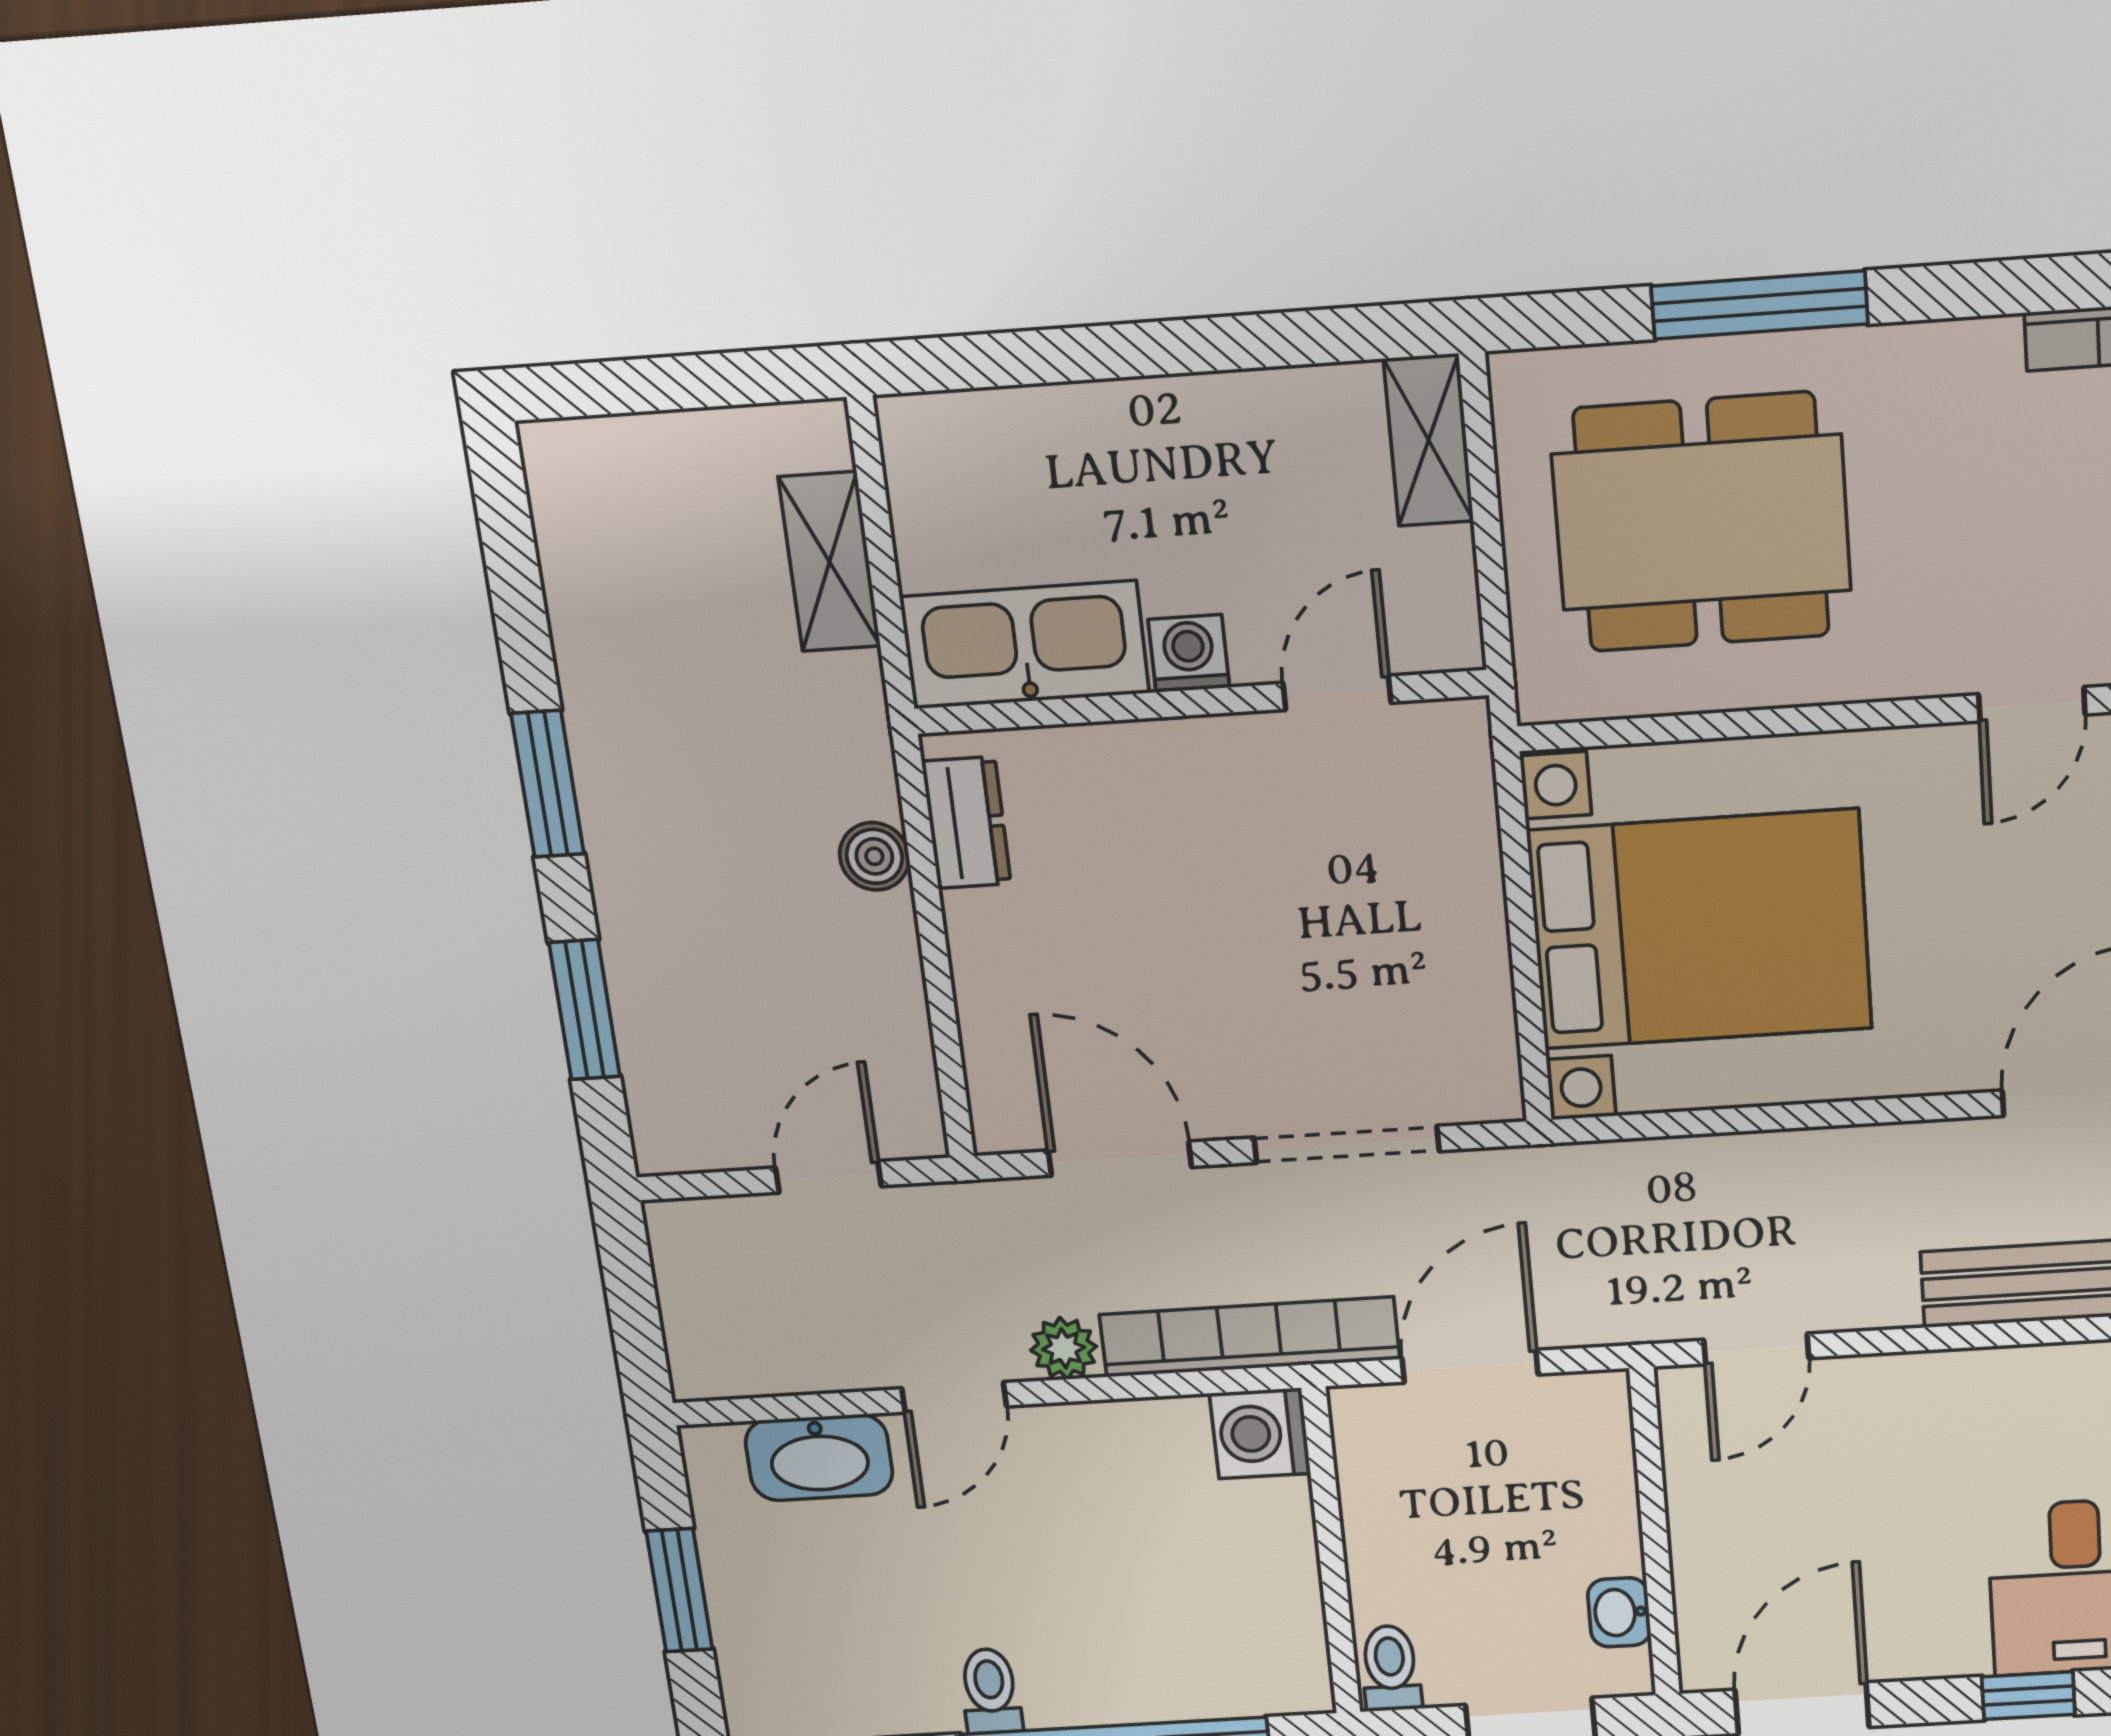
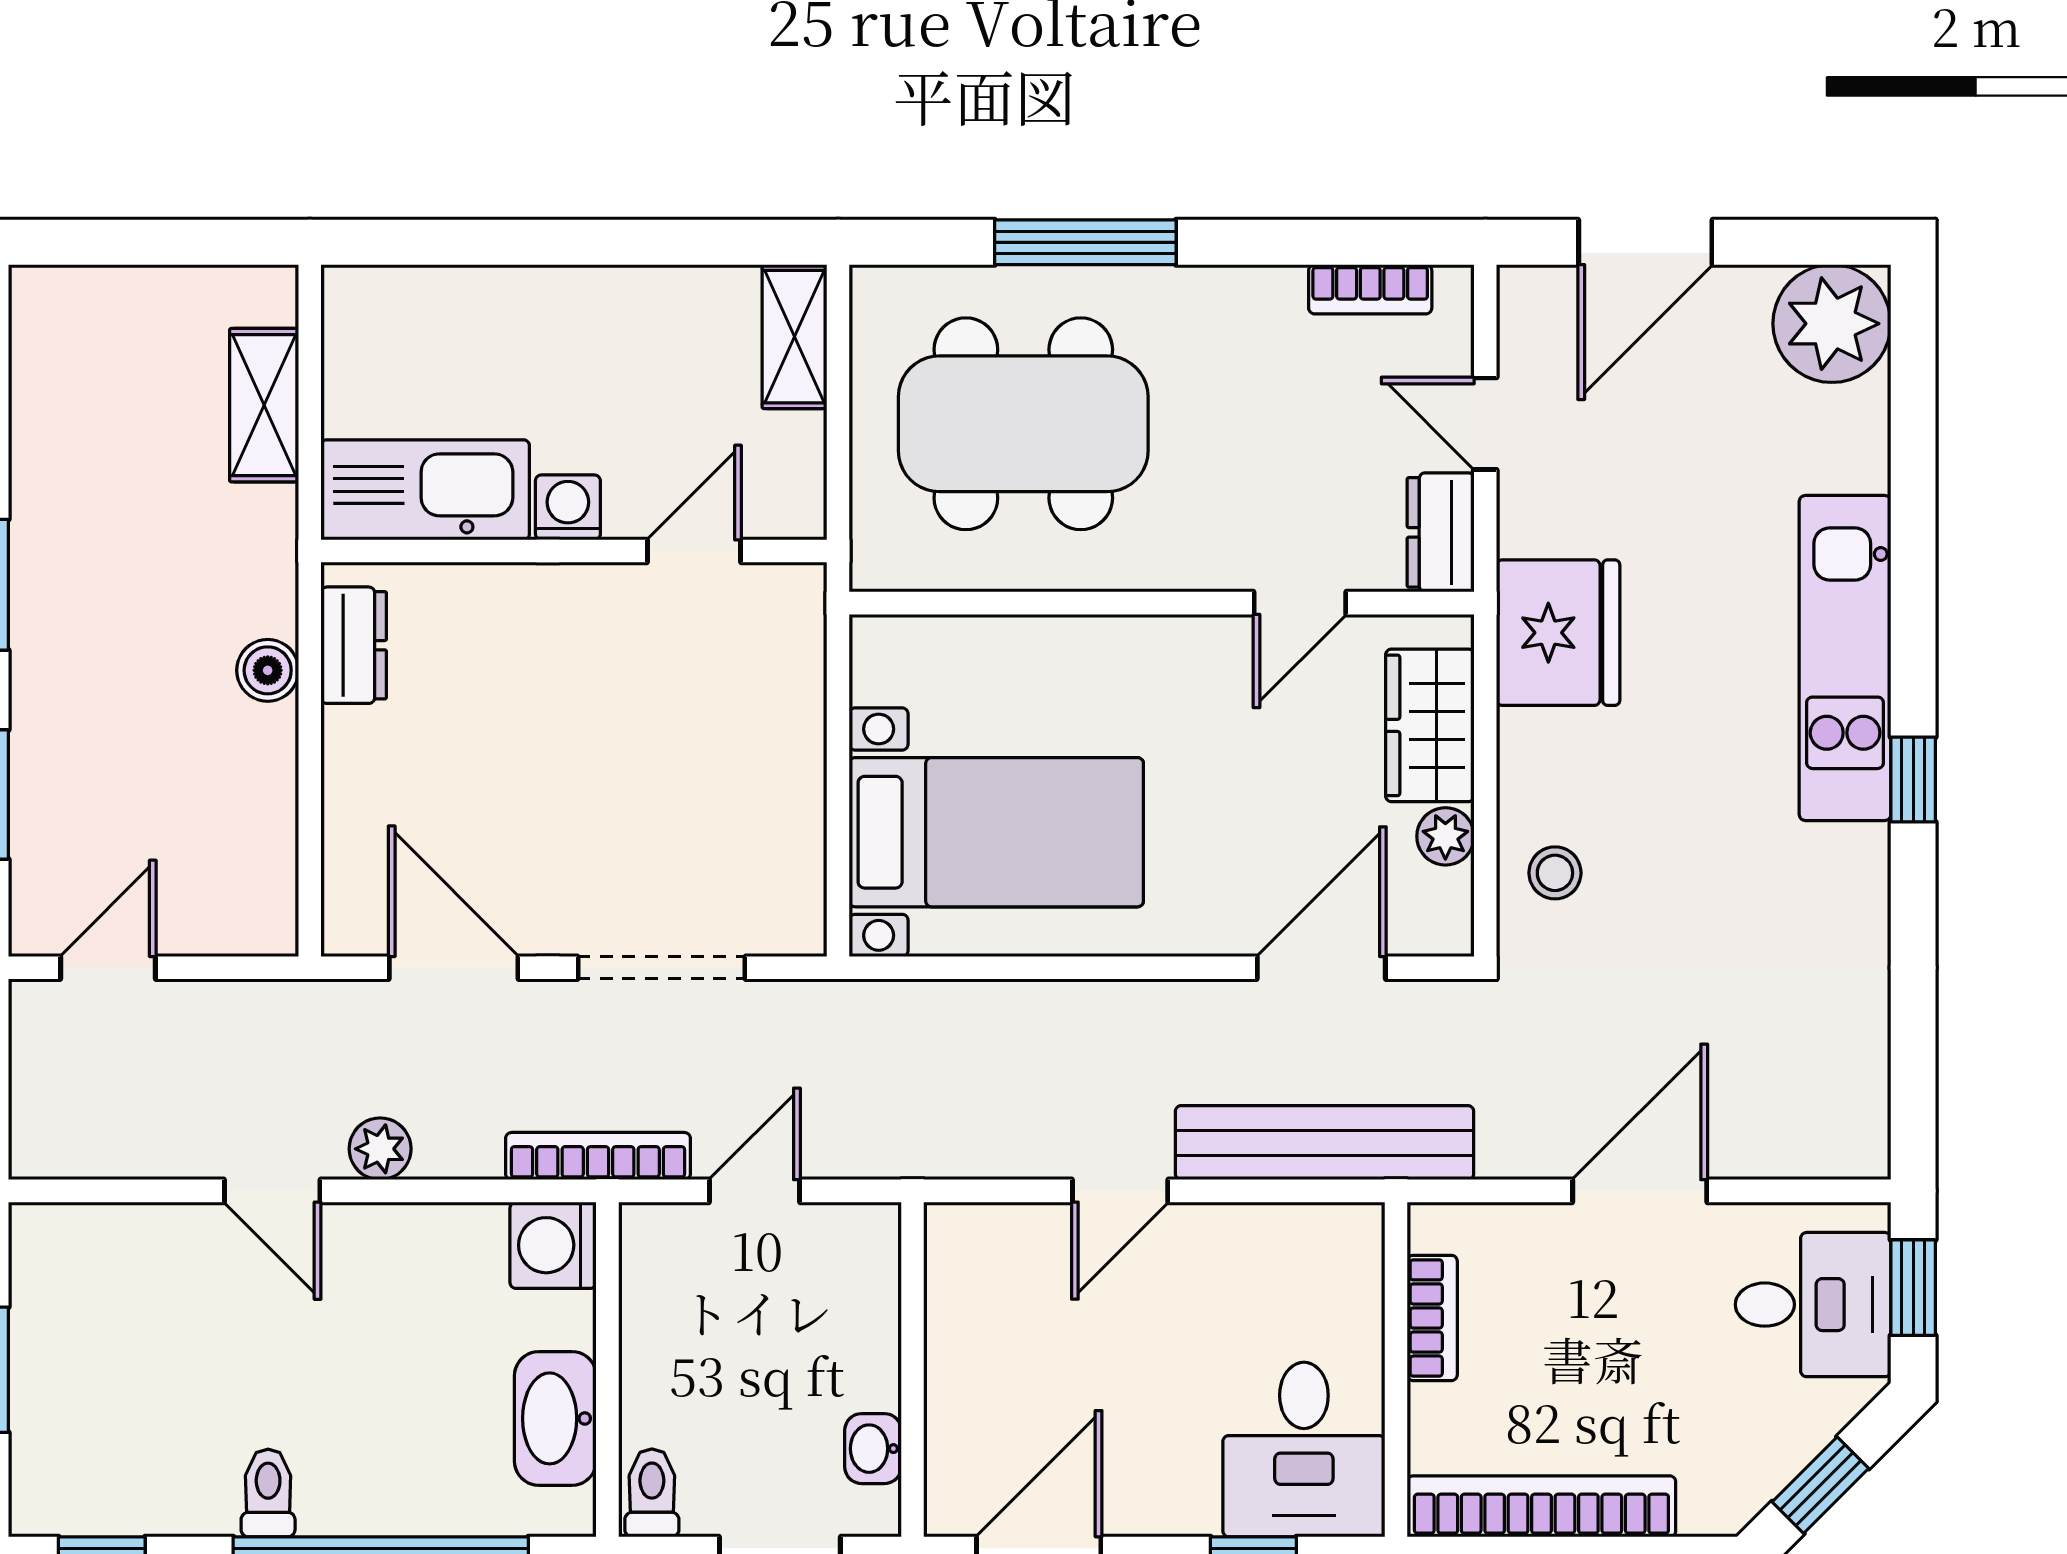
bed with nightstands: (1700, 930) -> (996, 832), width x0.73
door: (828, 1177) -> (108, 968), moved
bookcase: (1250, 1337) -> (598, 1156), width x0.68, depth x0.76
door: (1756, 1349) -> (1120, 1191), moved
door: (1470, 1366) -> (754, 1191), width x0.73
door: (954, 1397) -> (272, 1191), hinge flipped
washbasin: (819, 1457) -> (555, 1418), moved, turned 90

